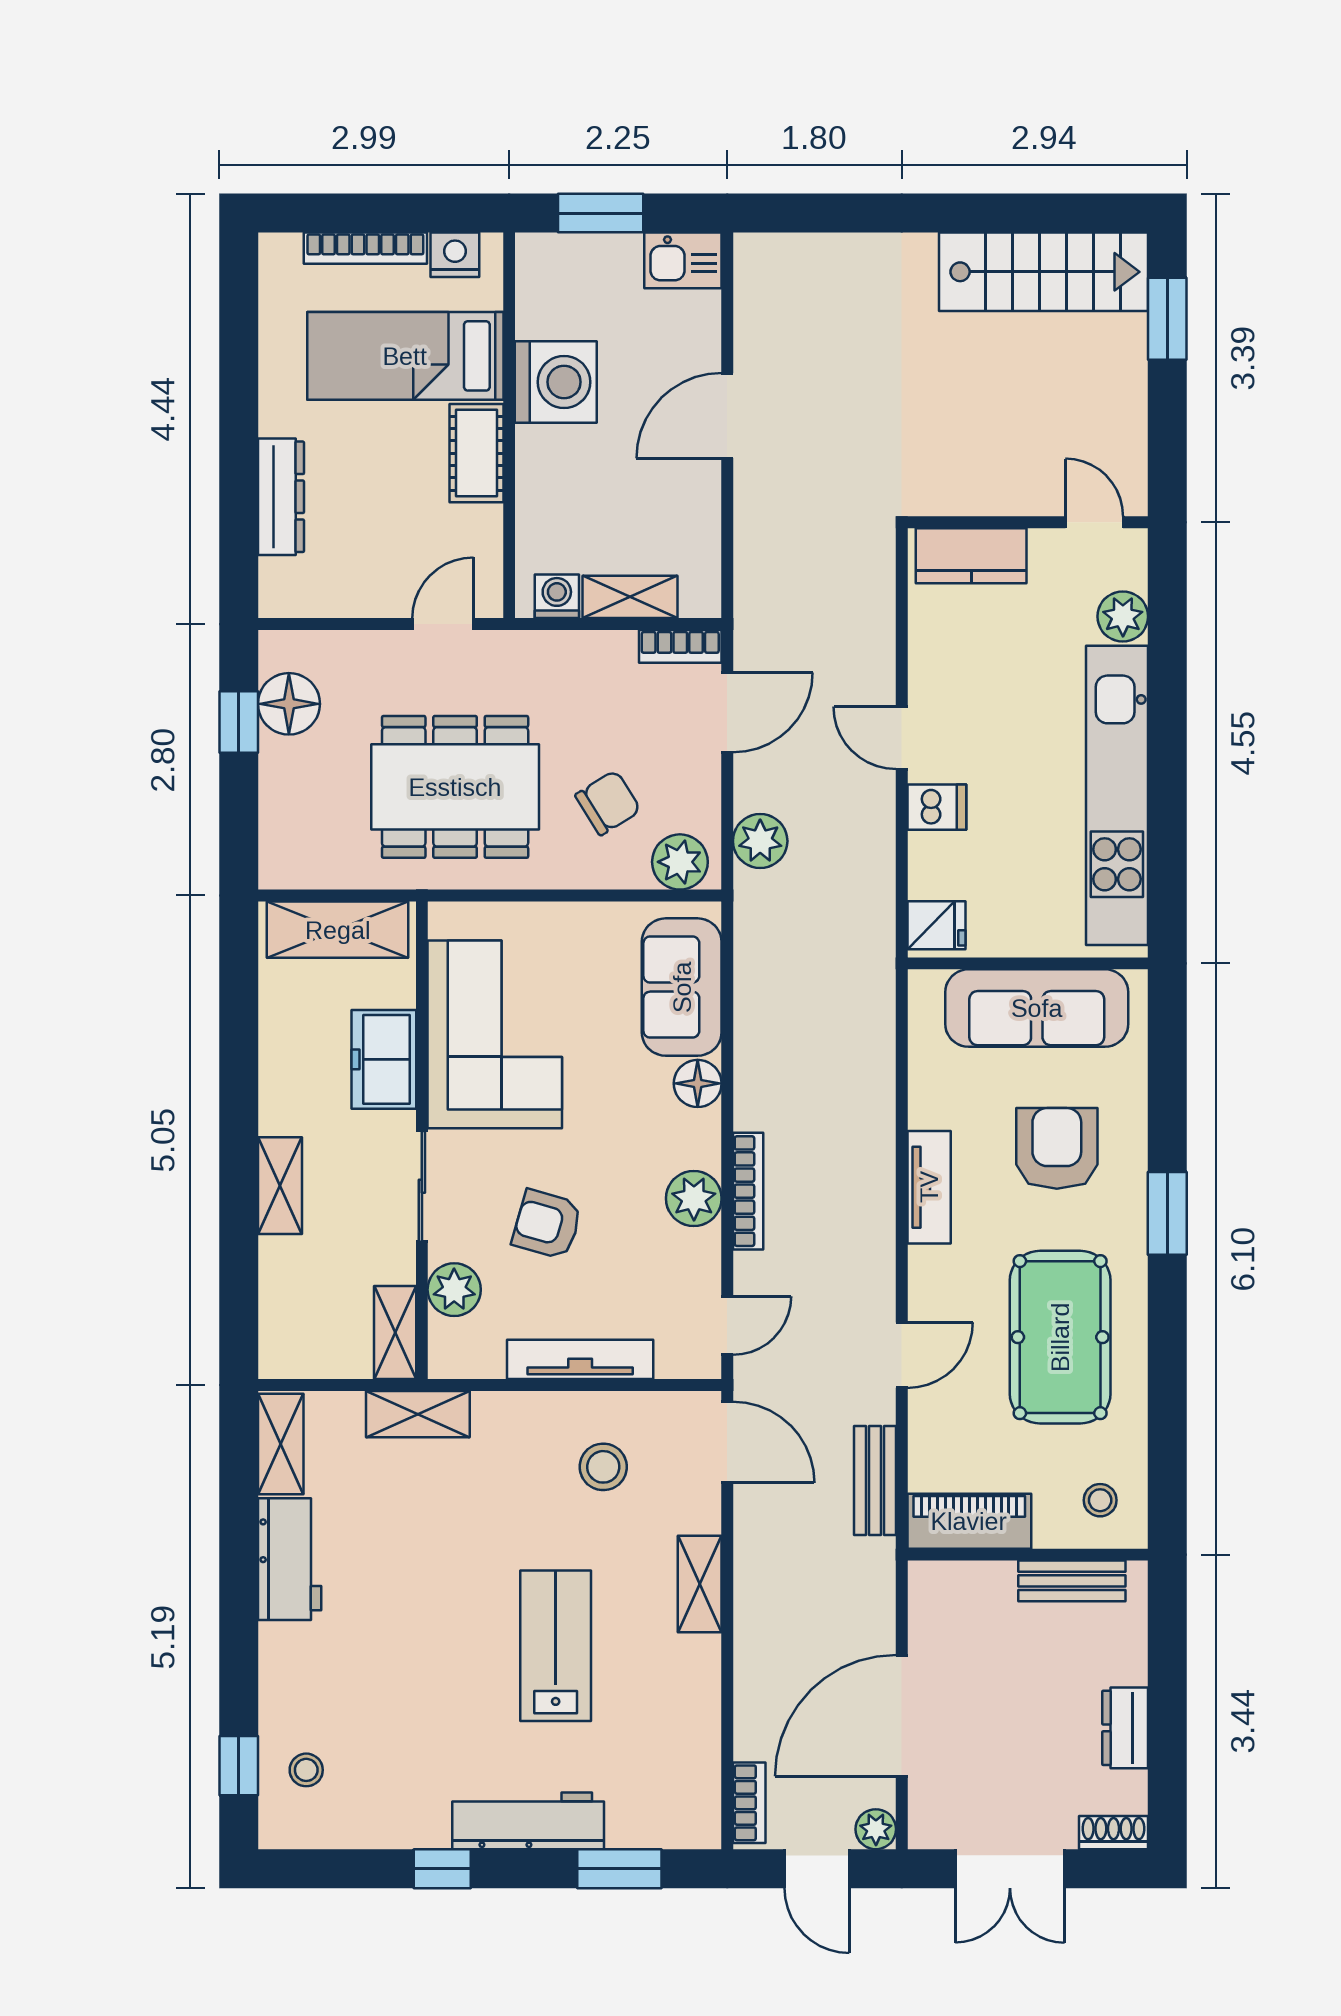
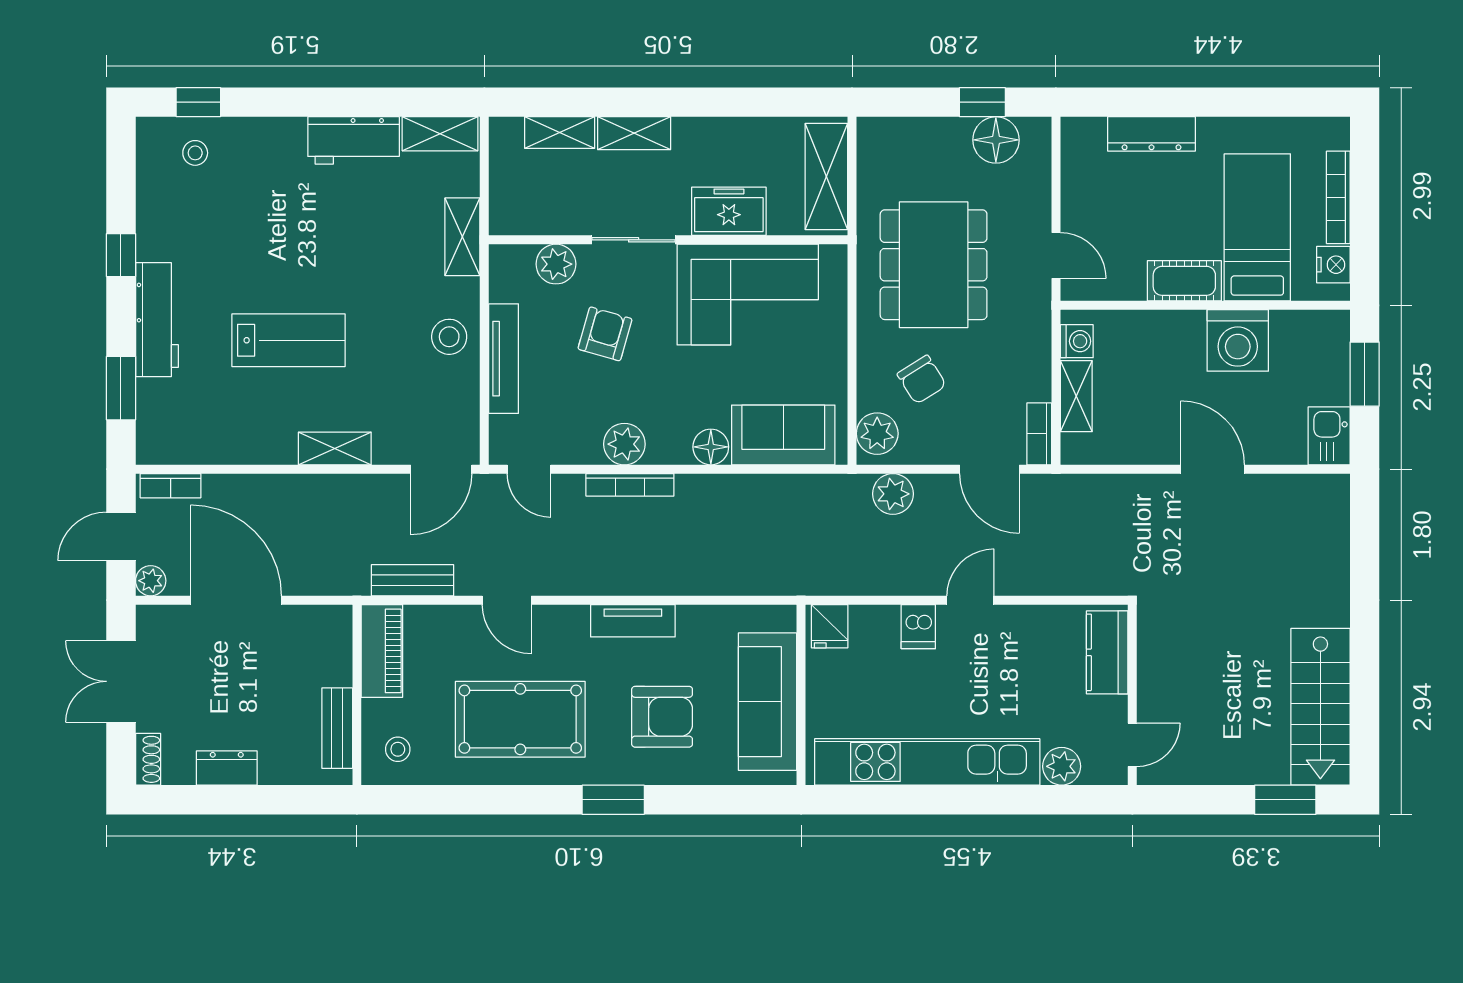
shelving: (395, 1333) -> (560, 133), moved
stool: (603, 1467) -> (449, 337), moved

